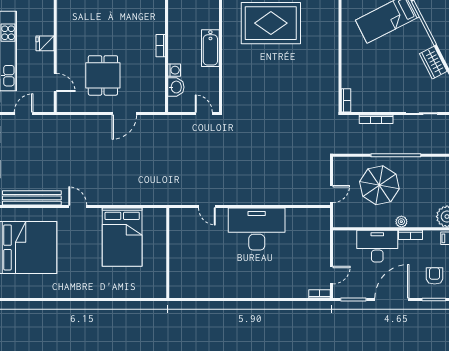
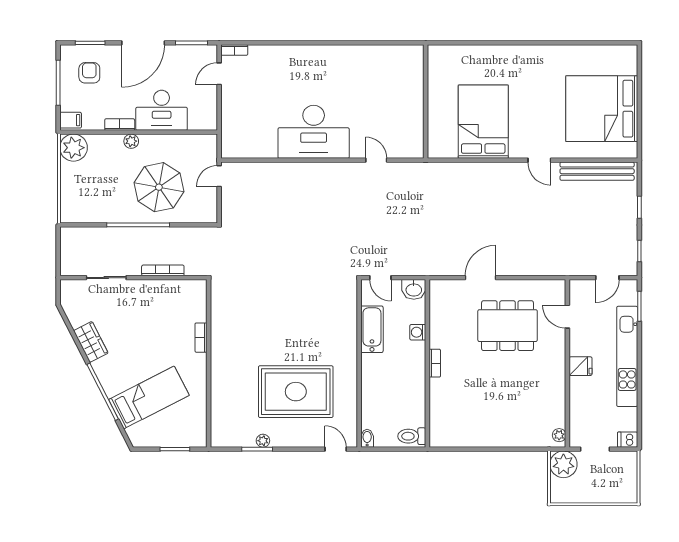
bathtub: (210, 48) -> (372, 329), moved
dining table: (103, 75) -> (508, 326), width x1.38
washbasin: (176, 87) -> (414, 289), moved, turned -90
bookcase: (346, 100) -> (201, 338), moved
armchair: (435, 276) -> (89, 73), turned 180

